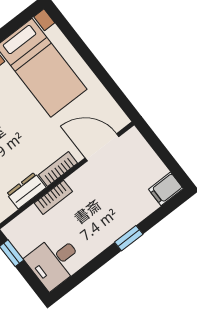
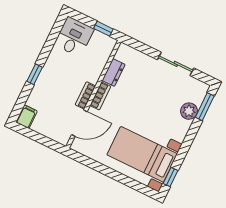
window: (19, 21) -> (170, 177), added
bookcase: (53, 197) -> (85, 95), moved

